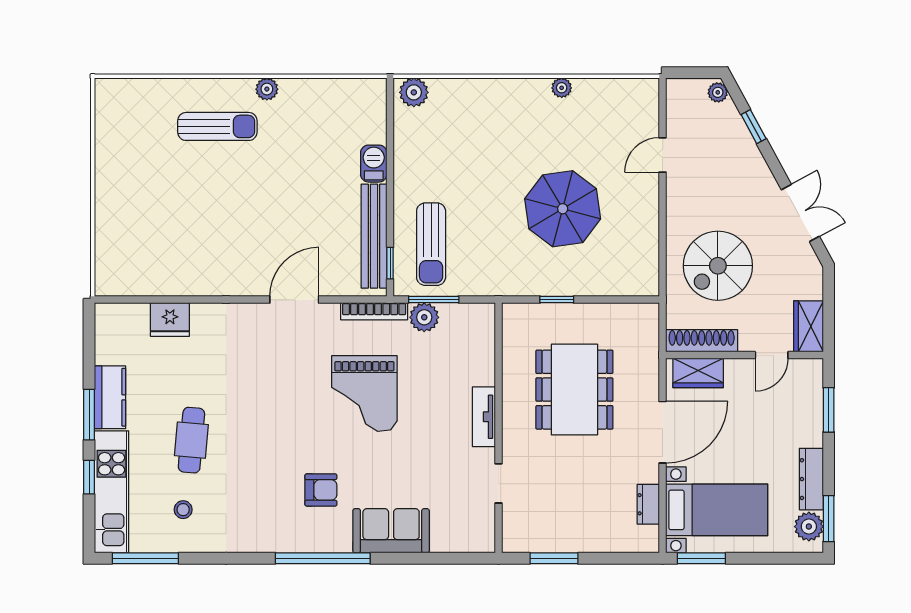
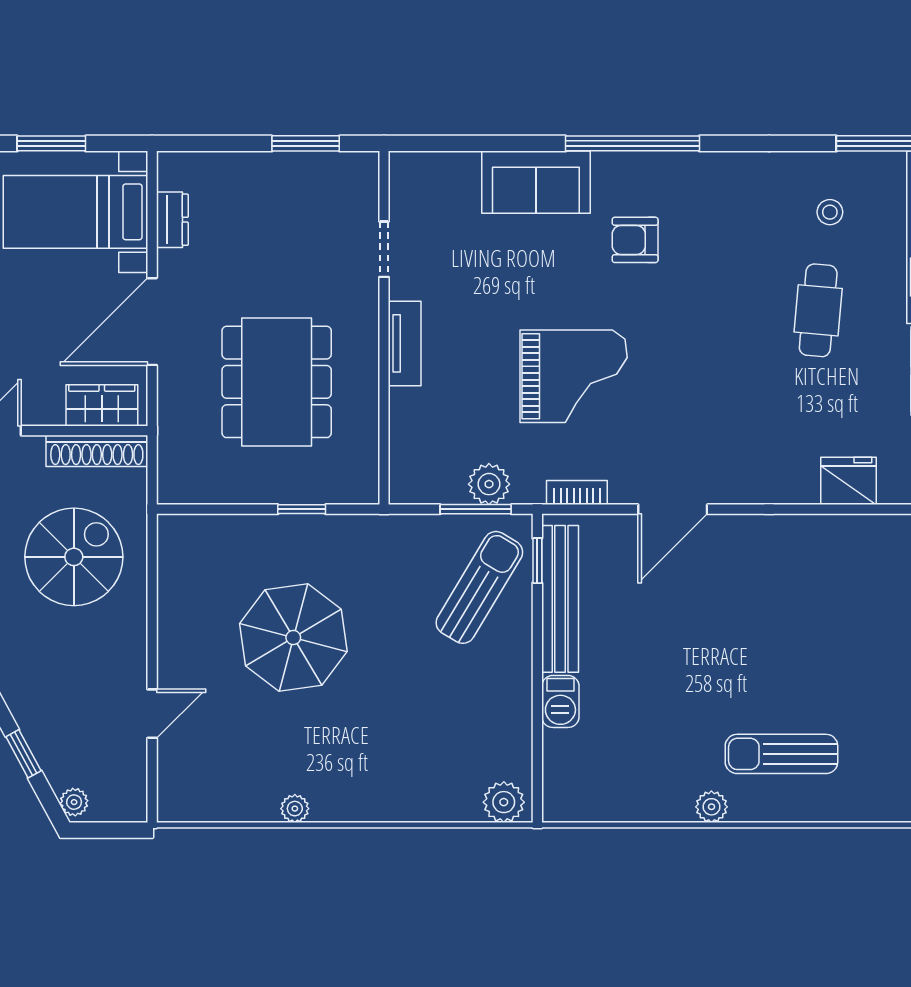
sun lounger: (431, 244) -> (479, 587), turned 31
bookcase: (374, 311) -> (577, 493), width x0.64
grand piano: (364, 394) -> (574, 376), turned 90
window: (701, 558) -> (51, 143), moved

